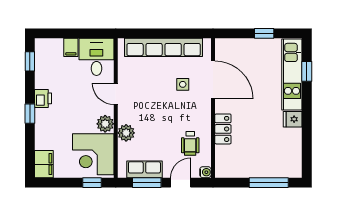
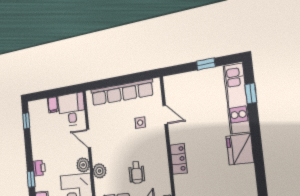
door: (213, 80) -> (165, 115), width x0.53
printer: (43, 98) -> (39, 168), moved
window: (30, 114) -> (31, 179), moved
fridge: (293, 119) -> (240, 149), width x1.88, depth x1.34
wheelchair: (190, 143) -> (137, 172), moved

